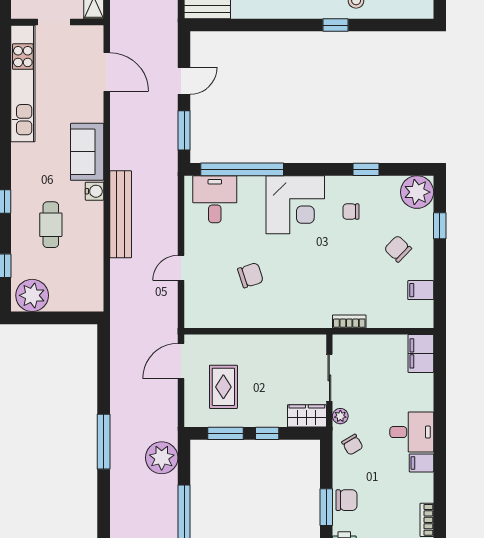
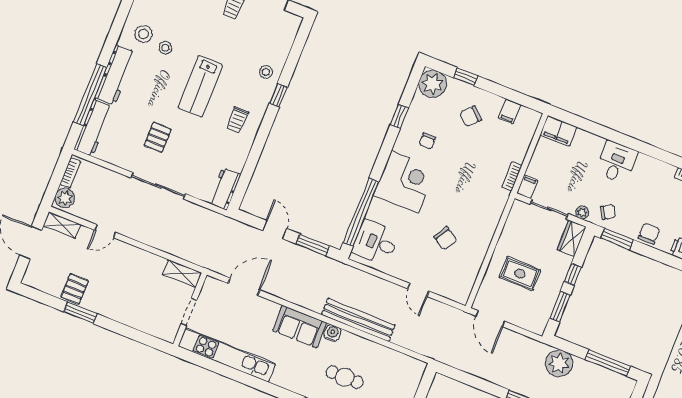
chair: (250, 275) -> (445, 238), turned 139
rug: (223, 387) -> (520, 274), moved
filing cabinet: (421, 463) -> (527, 187), moved, turned 180
window: (326, 507) -> (617, 239), moved

